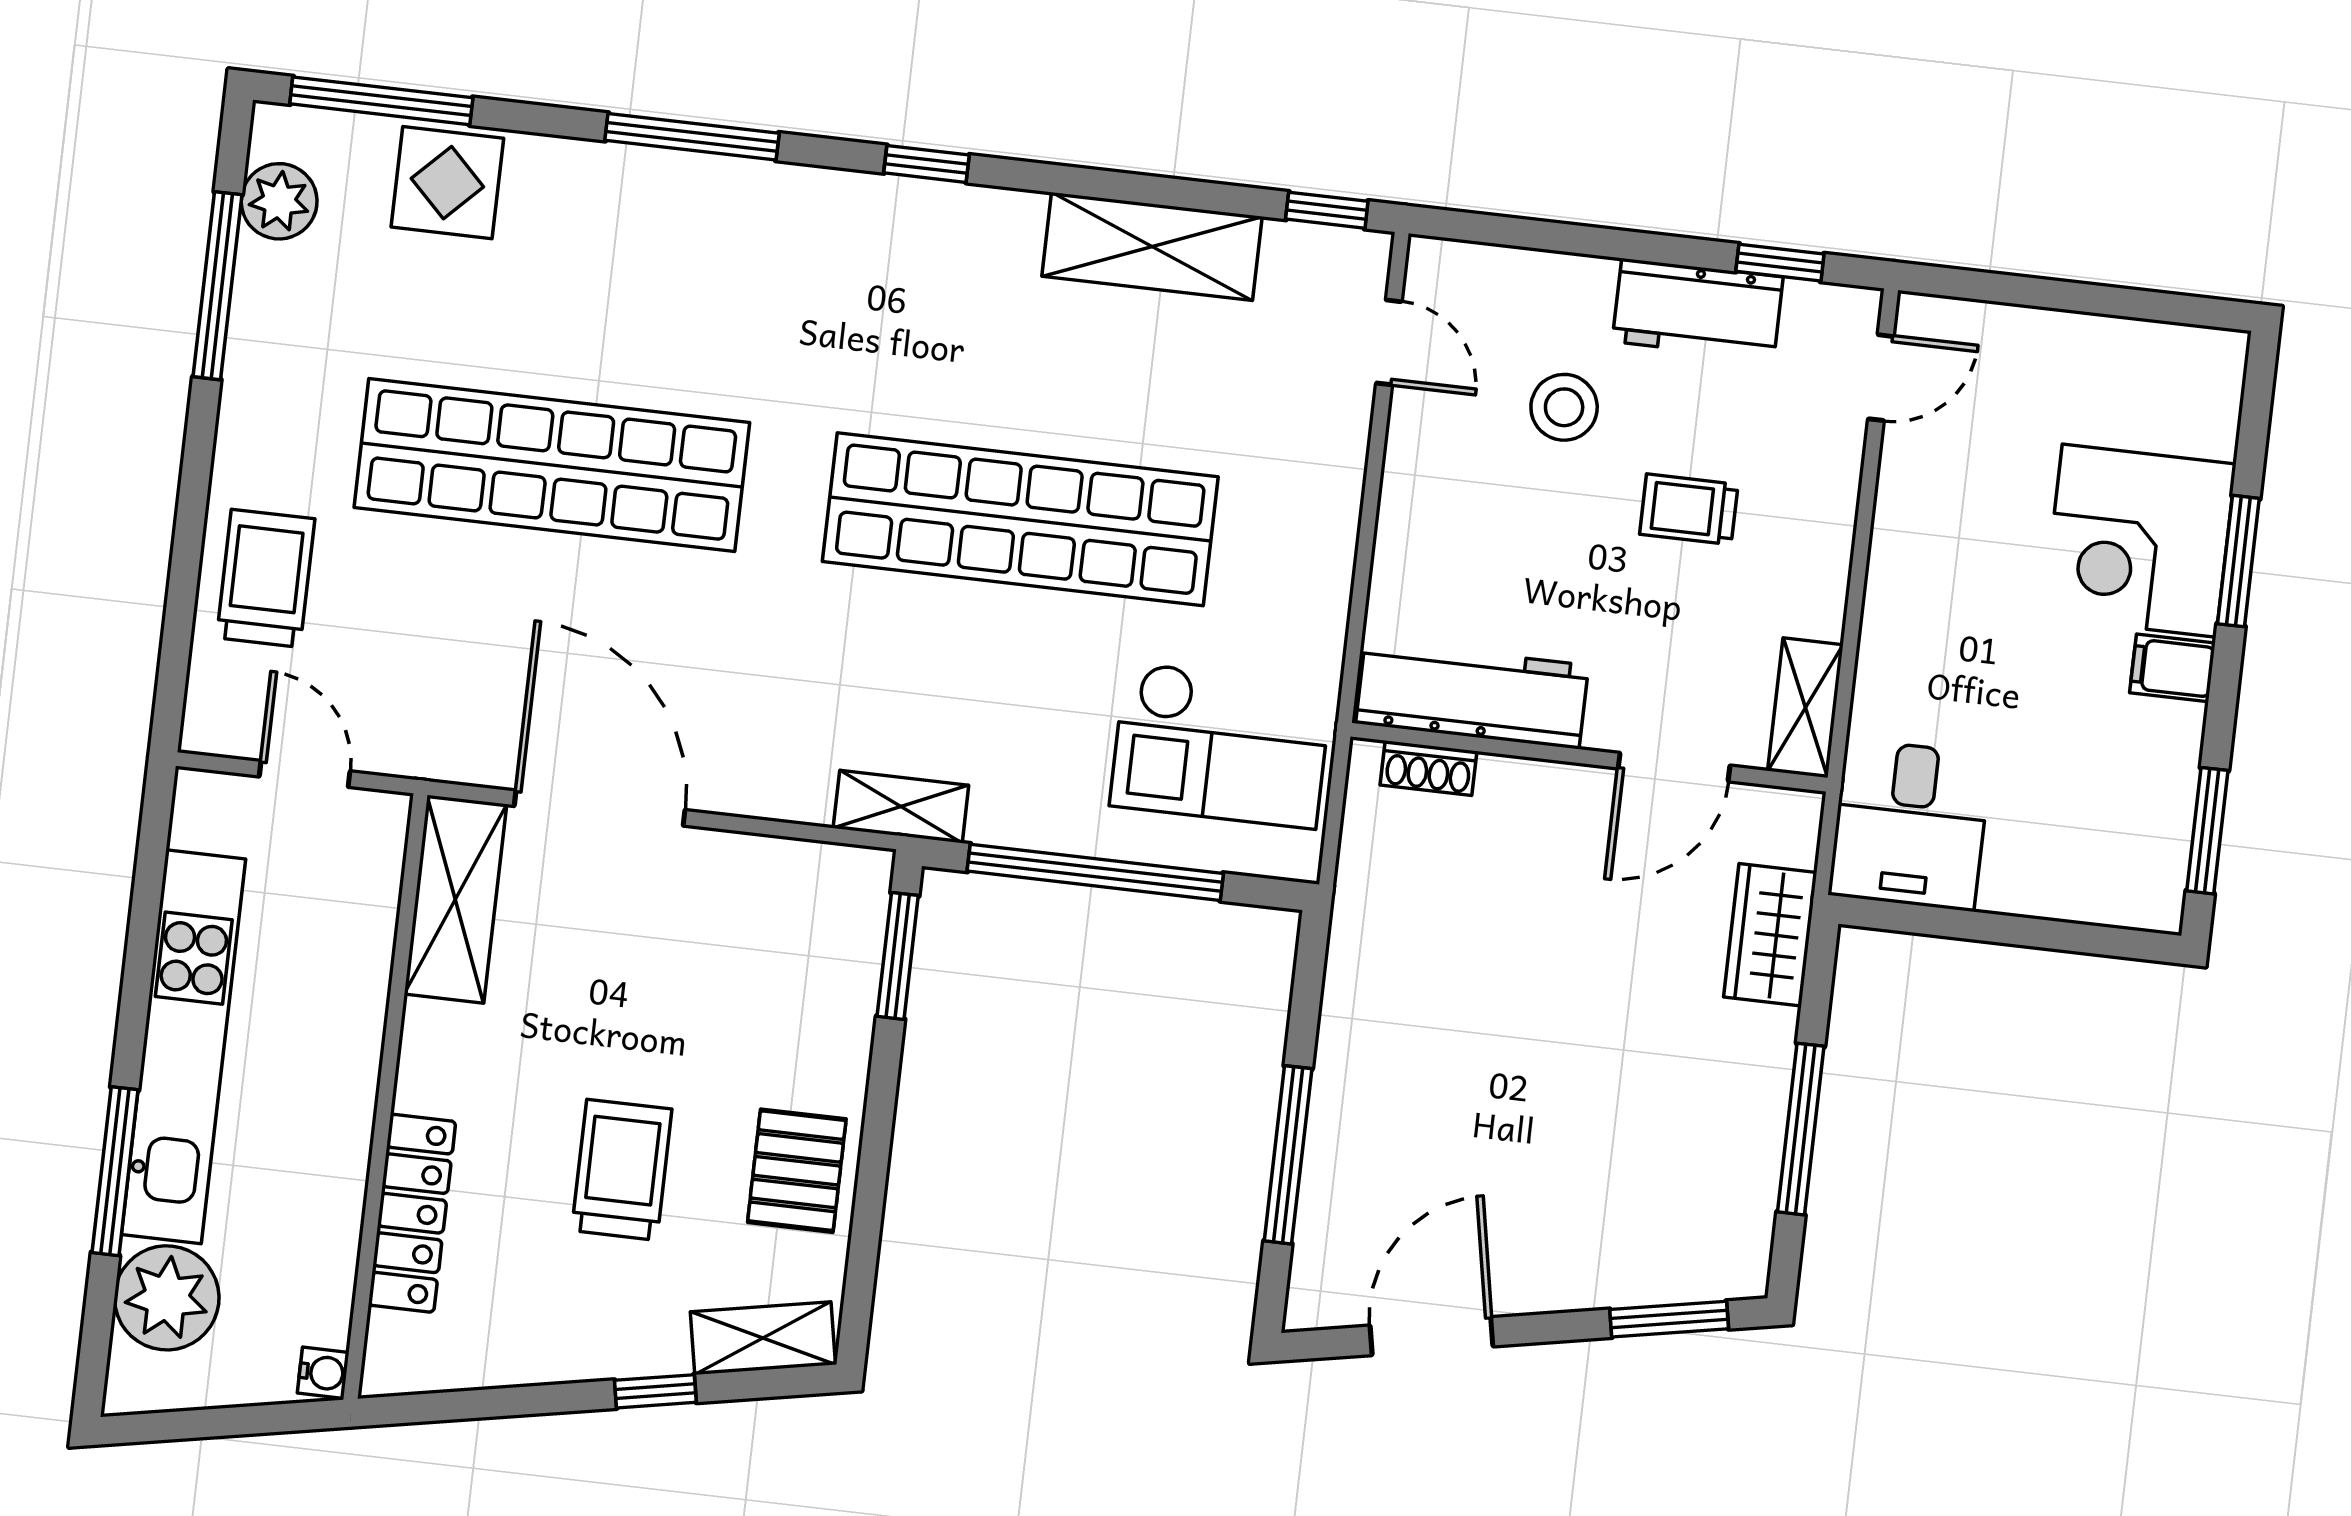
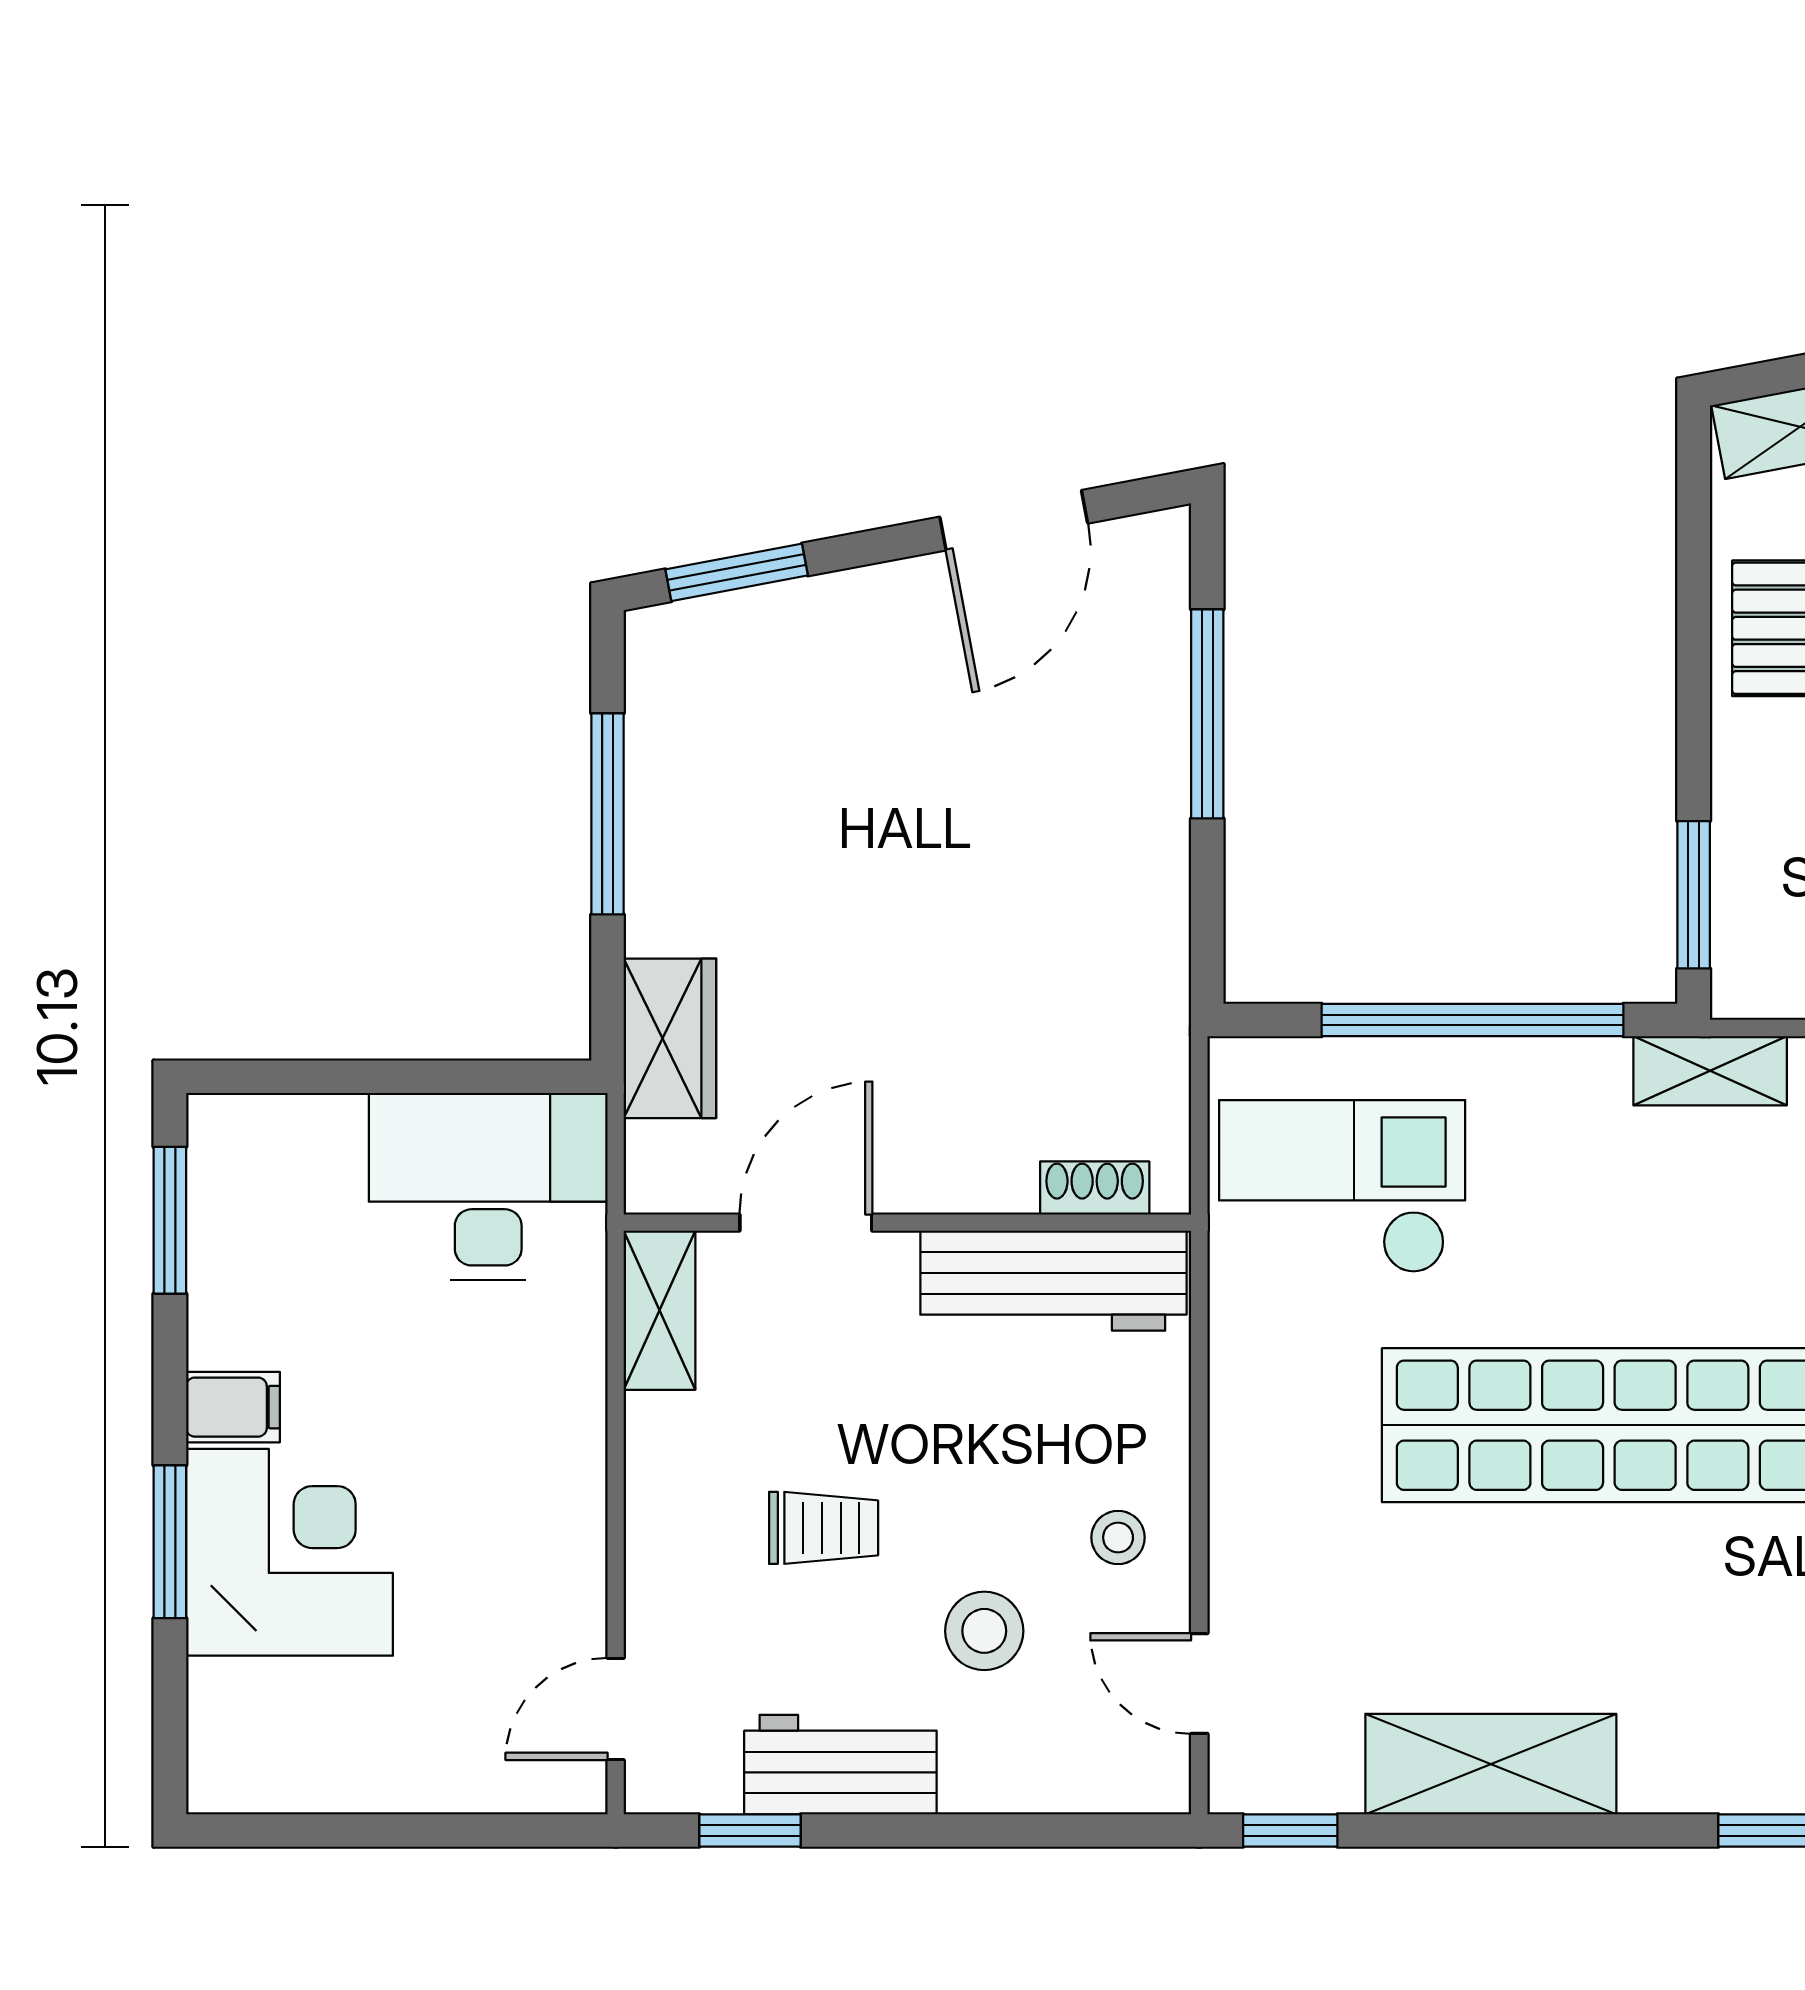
stool: (1443, 473) -> (1118, 1537), added
desk: (1910, 825) -> (488, 1187), width x1.37

